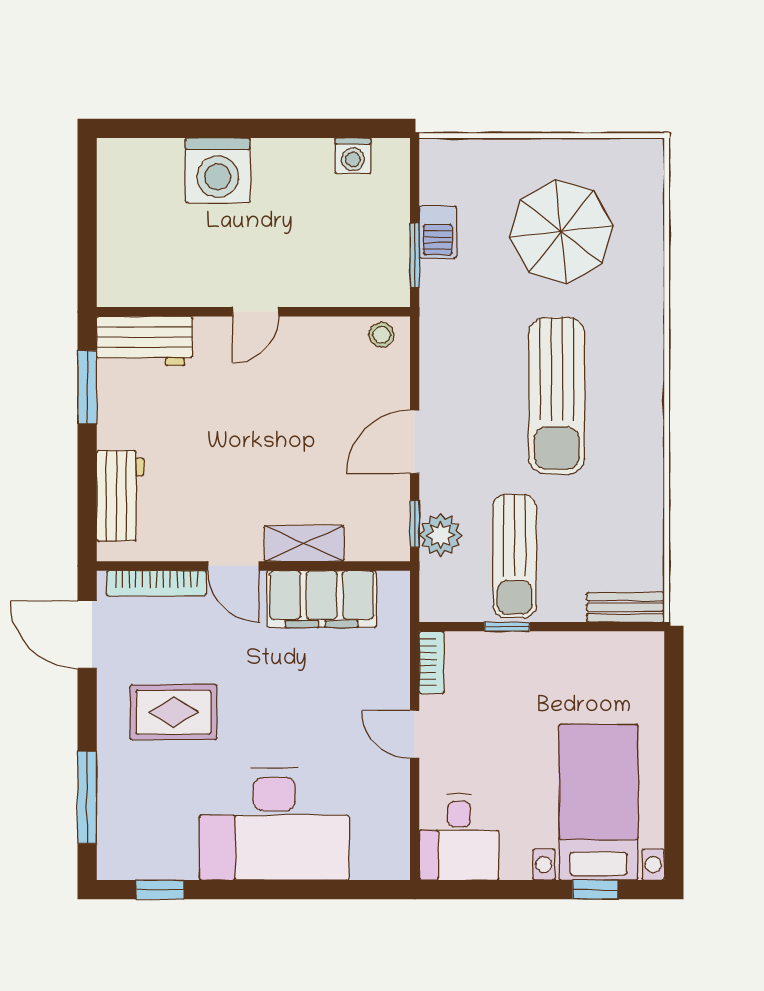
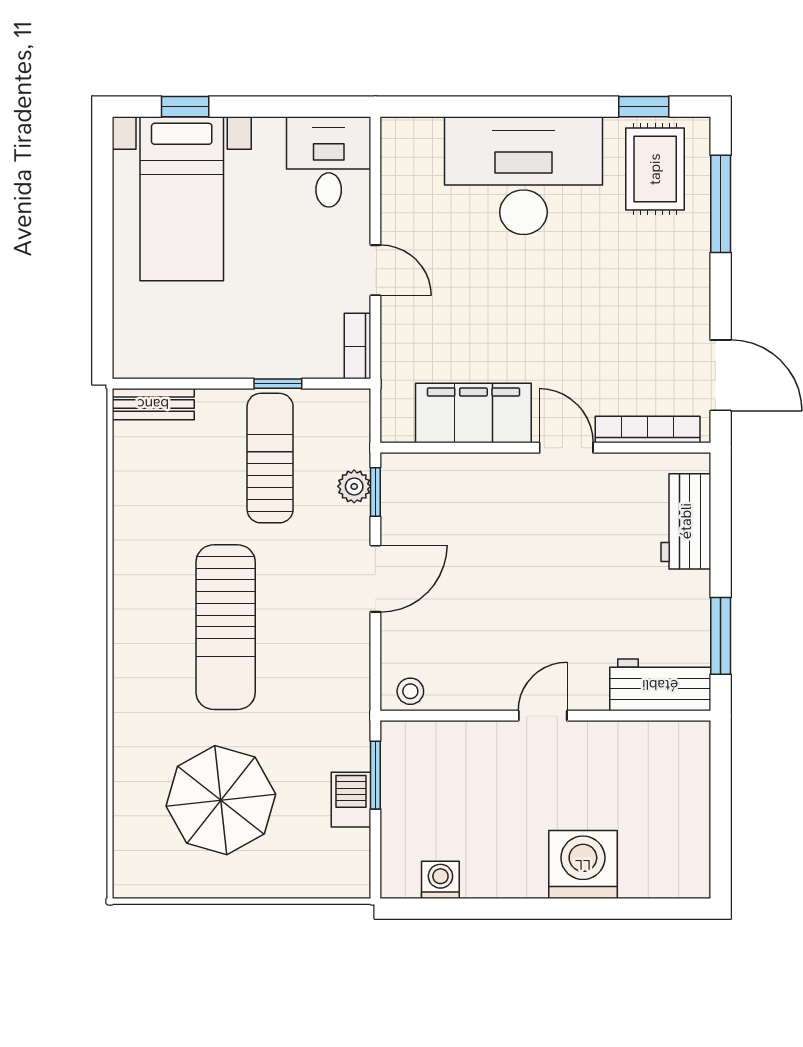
sun lounger: (557, 396) -> (226, 627), turned 180
plant: (441, 535) -> (354, 486), width x0.73, depth x0.73
shelving: (304, 544) -> (492, 471), removed
rug: (174, 712) -> (655, 169), moved, turned 90

